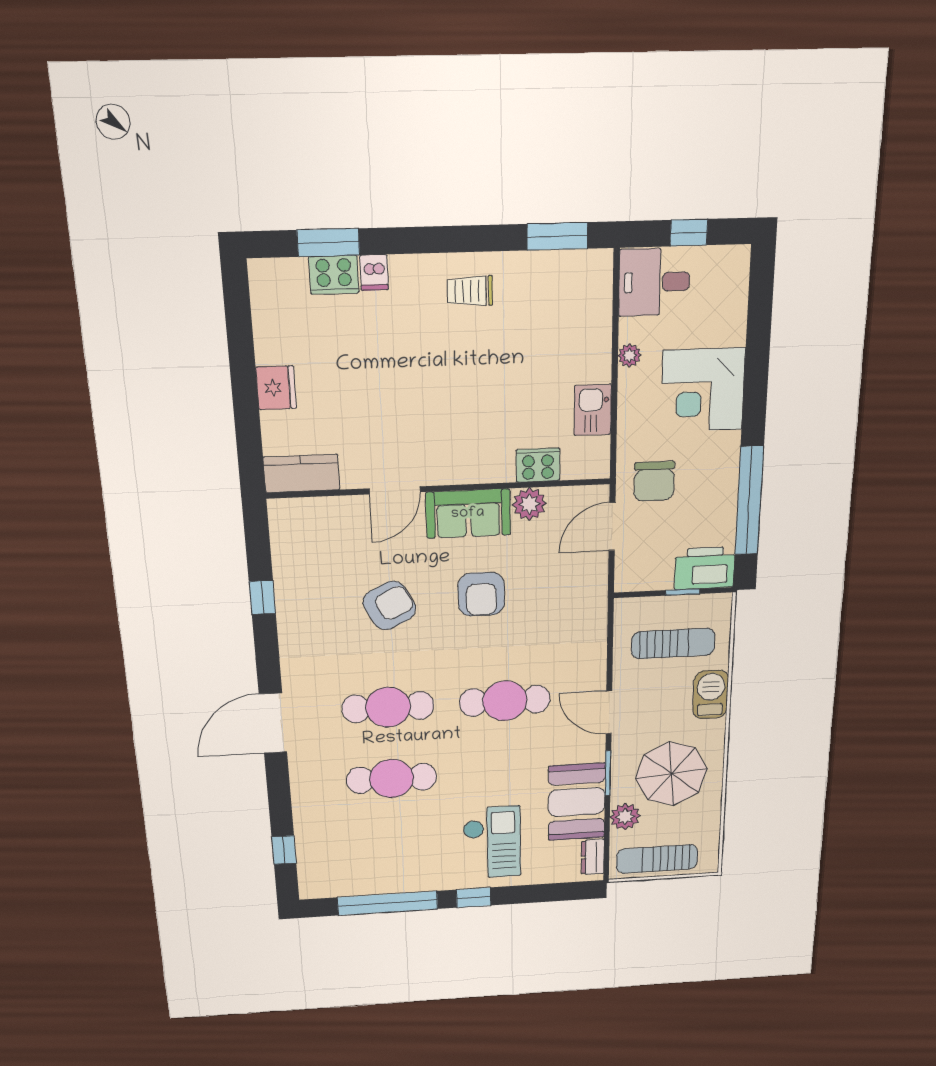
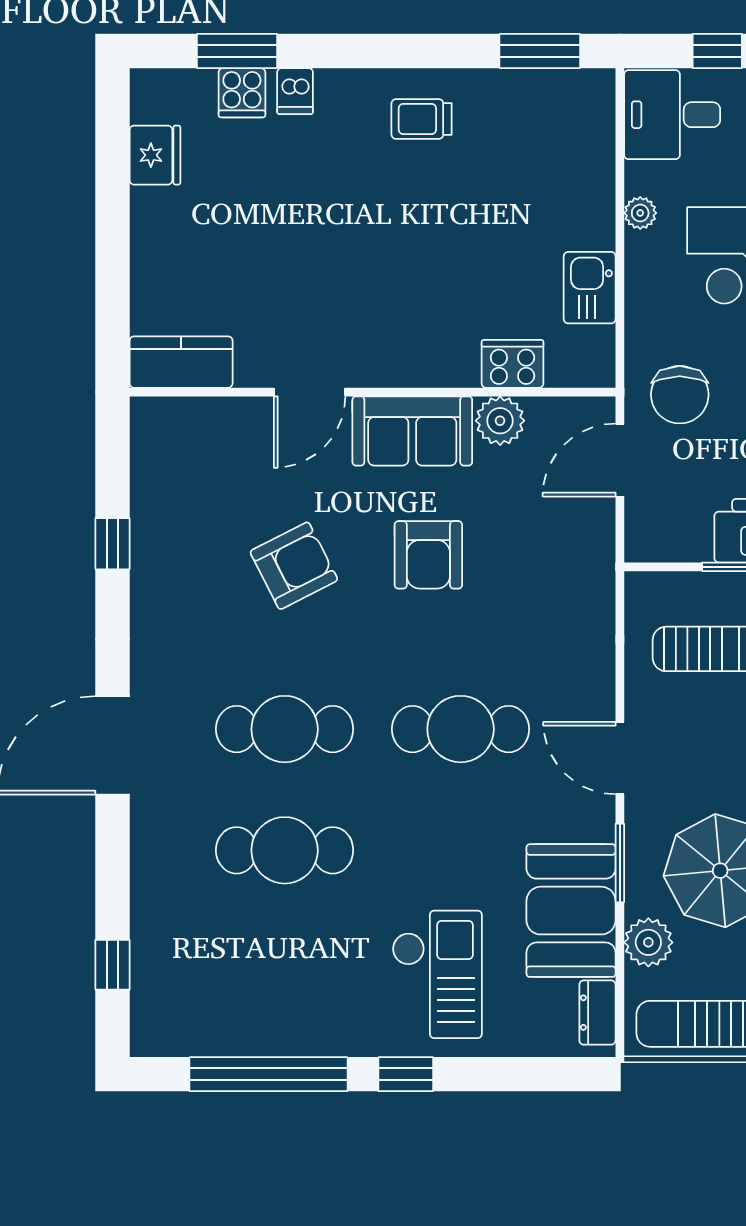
cooker: (334, 275) -> (242, 93), width x0.73
fridge: (276, 388) -> (155, 155), moved

